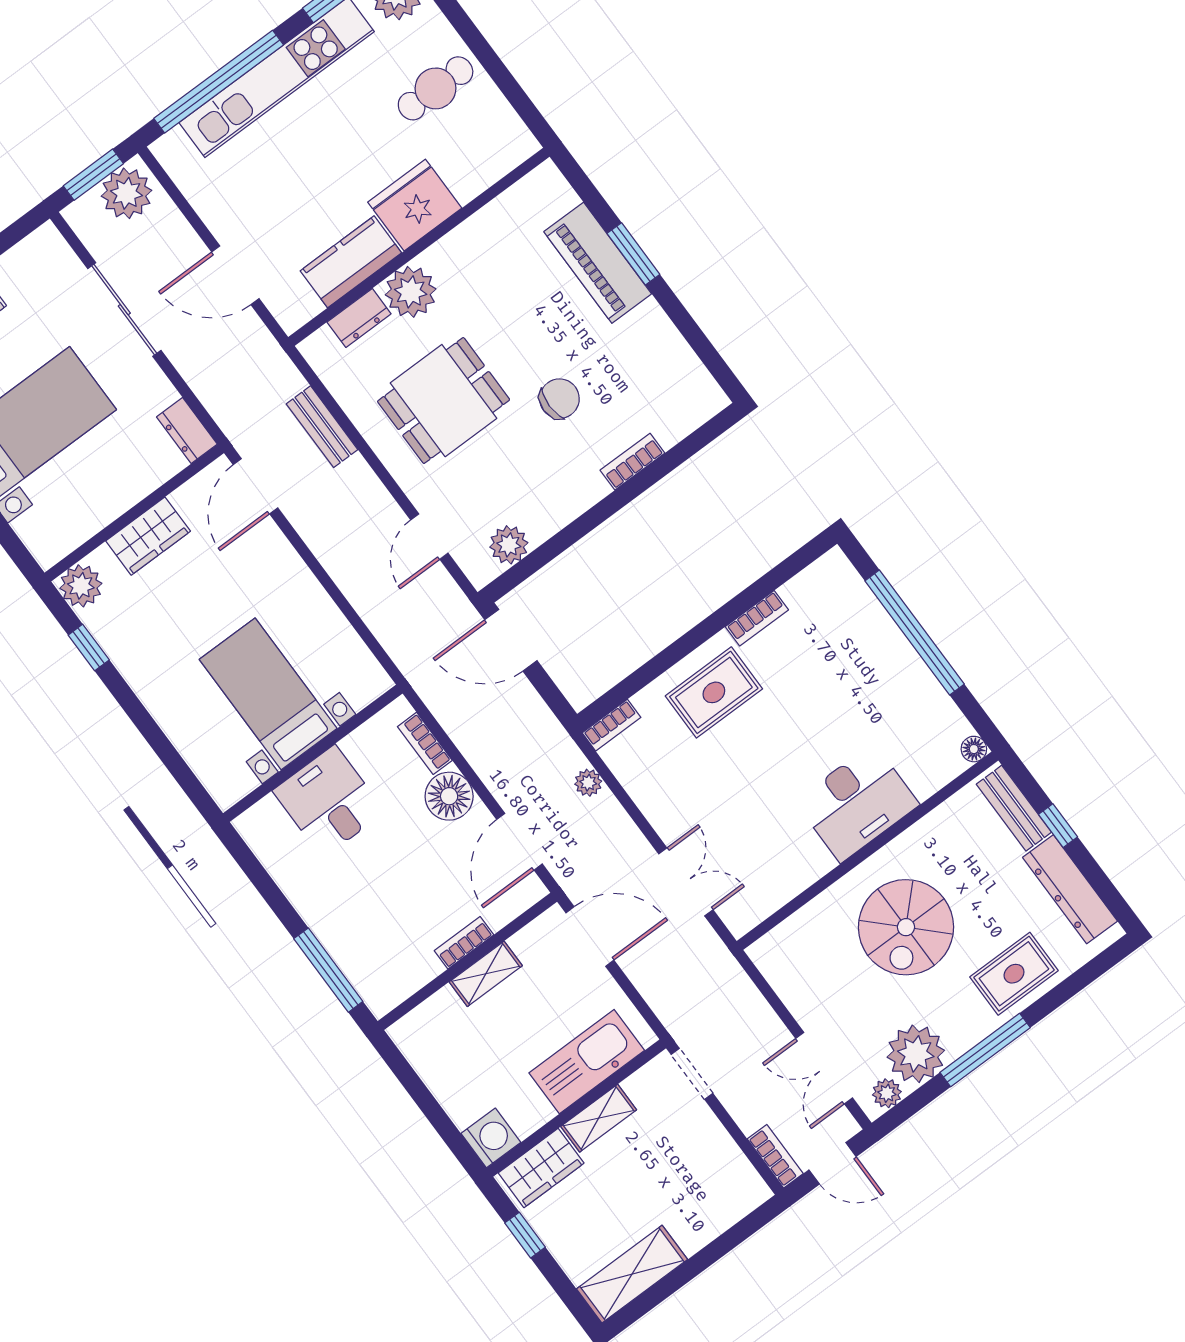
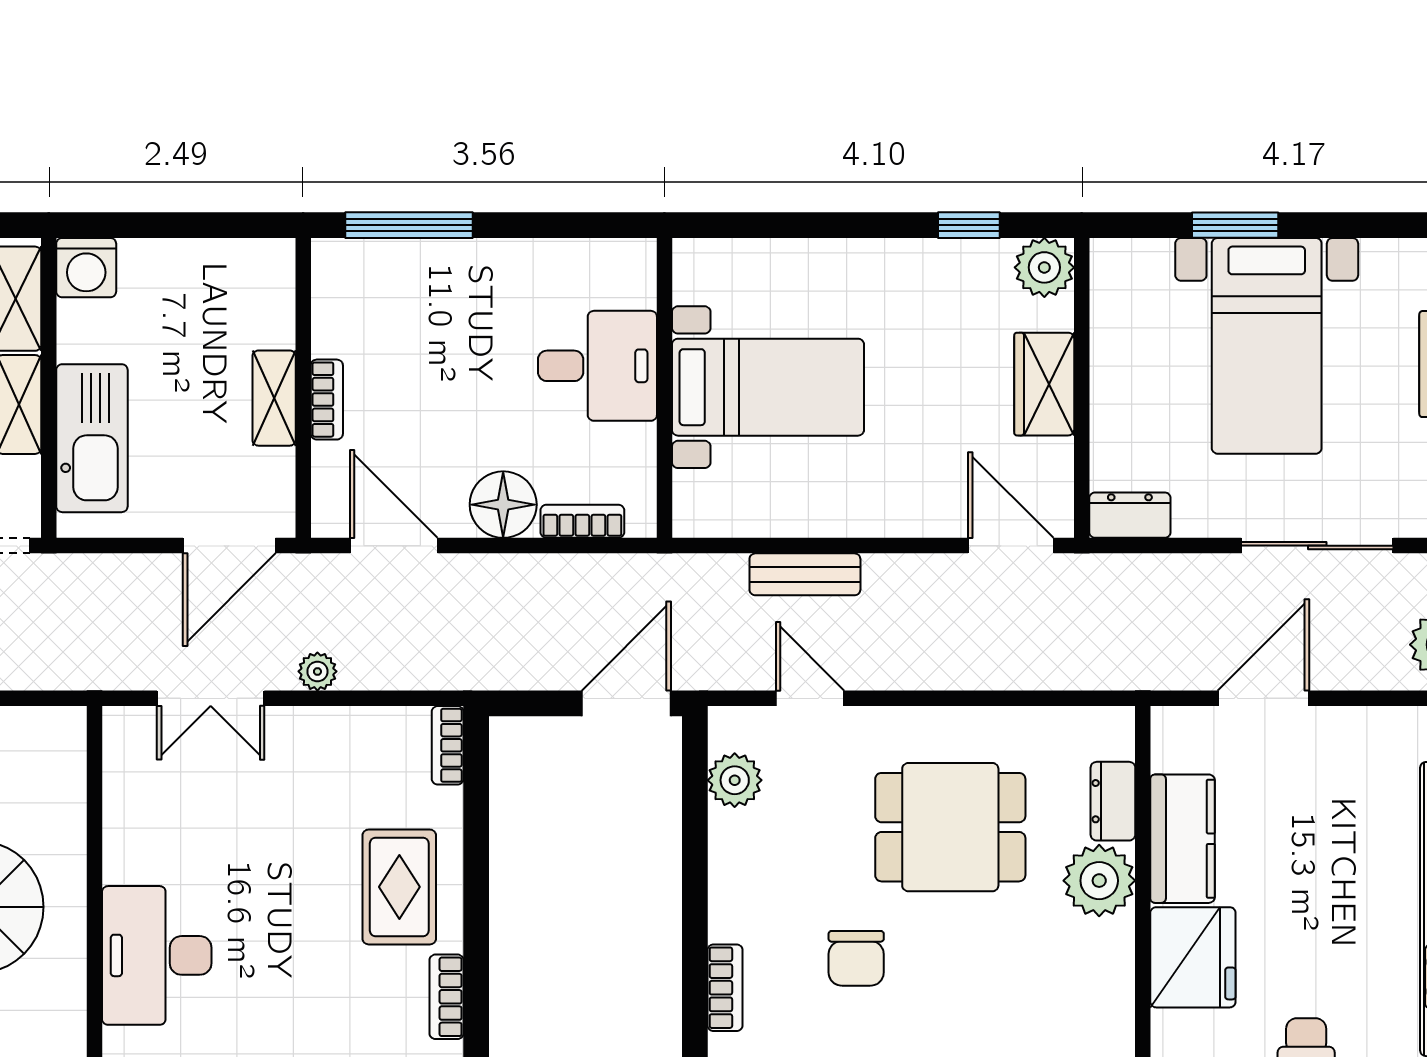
dining table: (444, 401) -> (950, 827), turned 90
bench: (322, 427) -> (805, 574), moved
plant: (588, 783) -> (317, 671), moved

